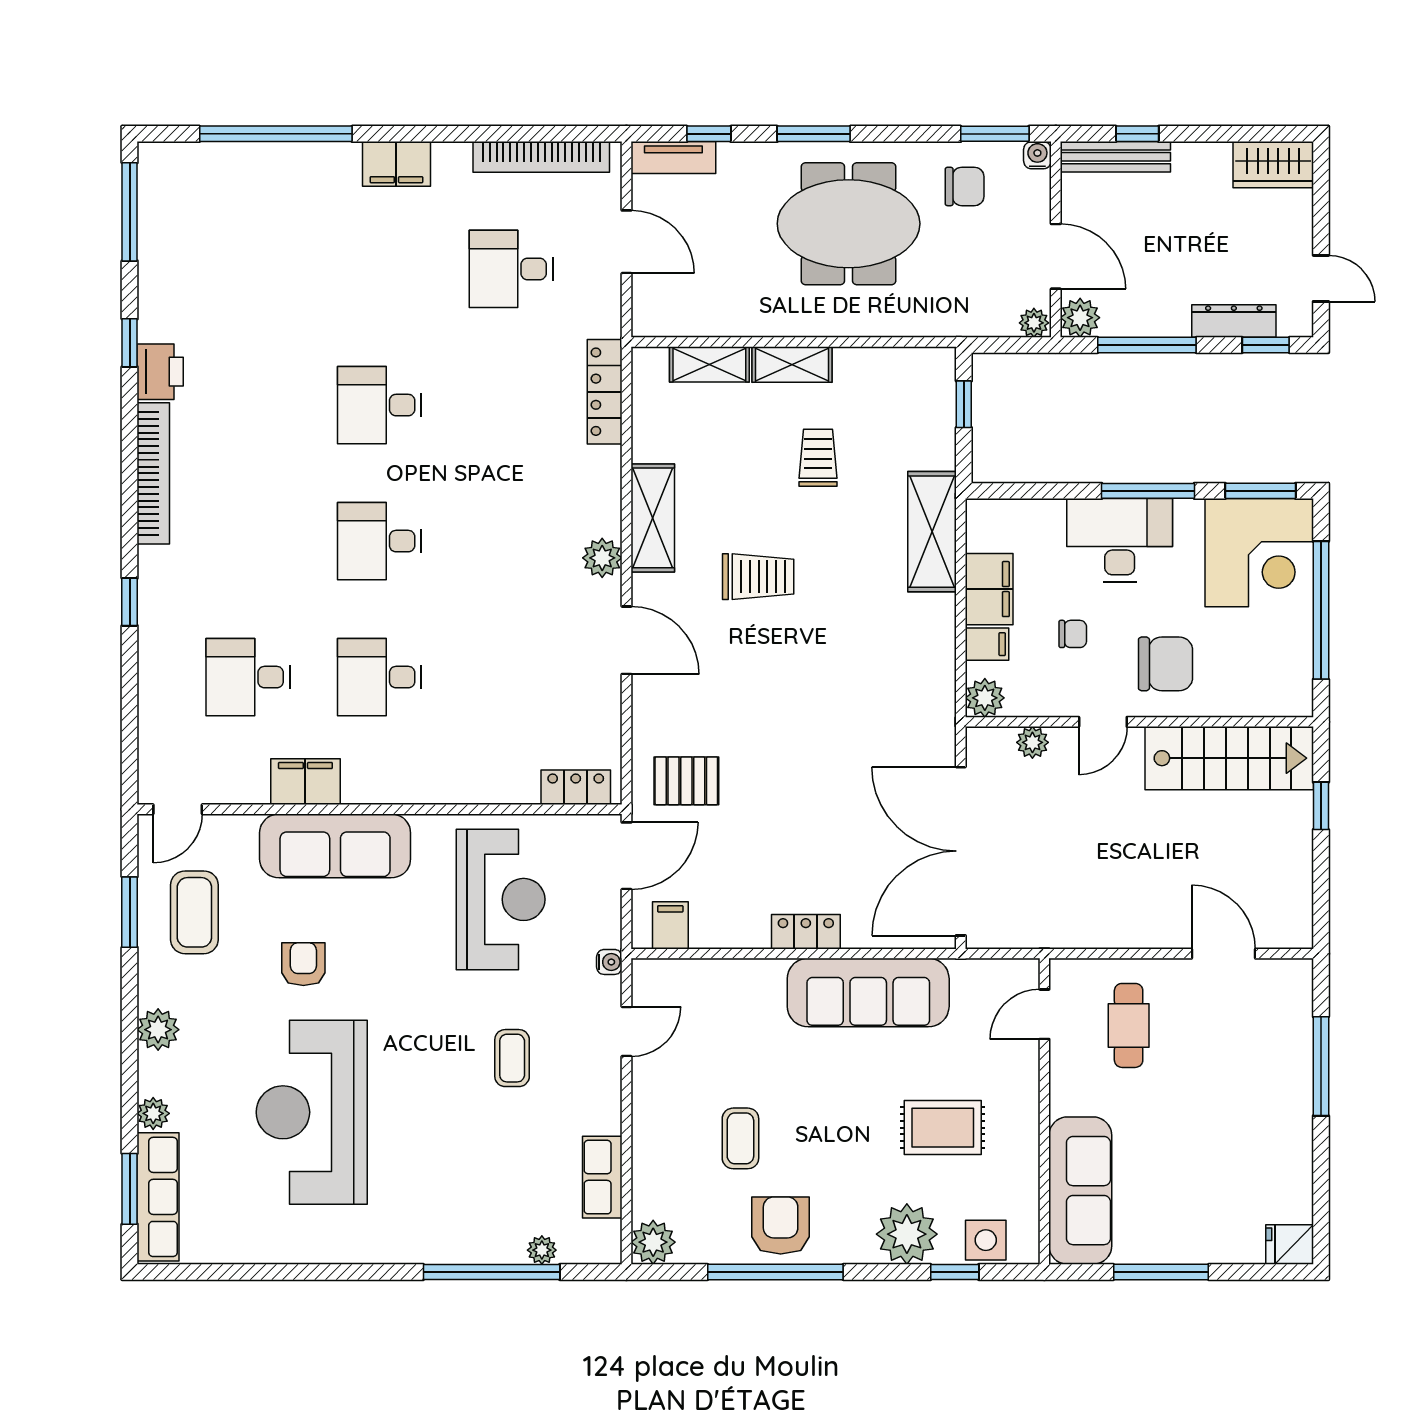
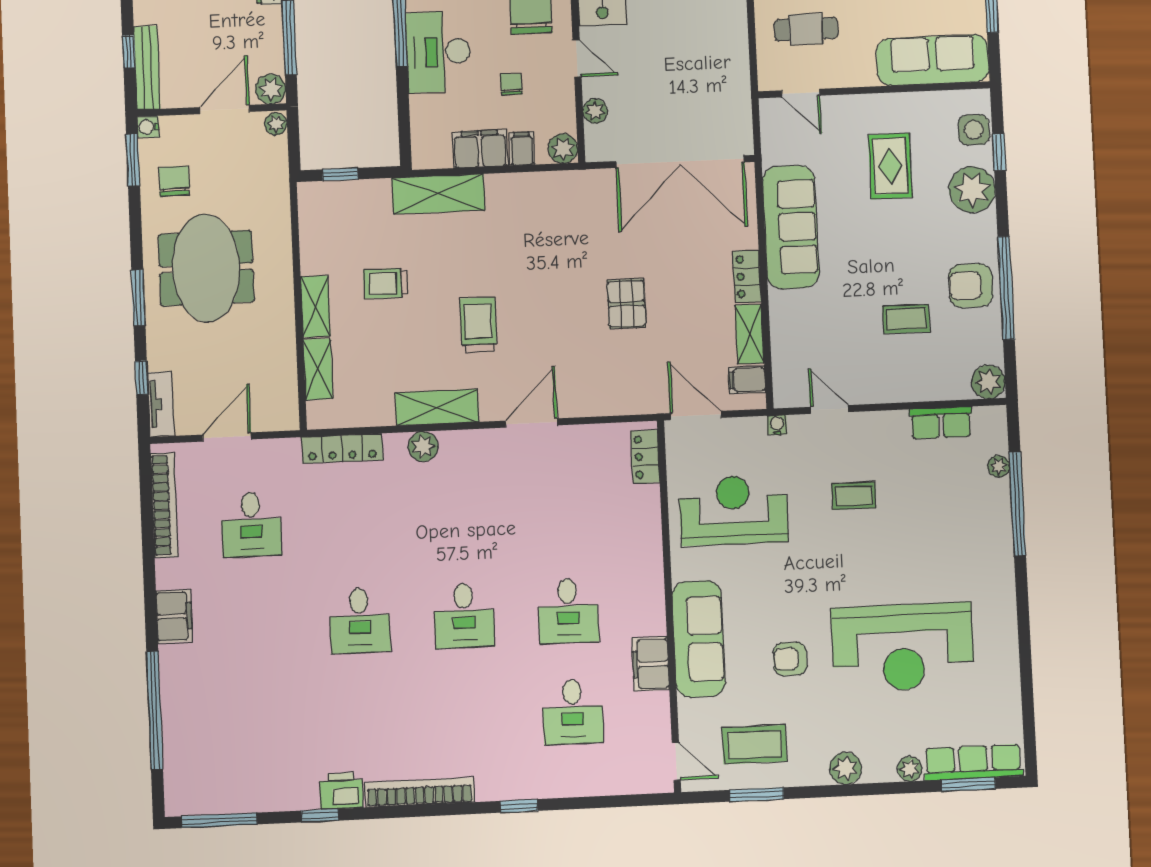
plant: (602, 558) -> (423, 447), moved
pallet: (686, 781) -> (626, 304), moved
shelving: (730, 932) -> (750, 334), added

